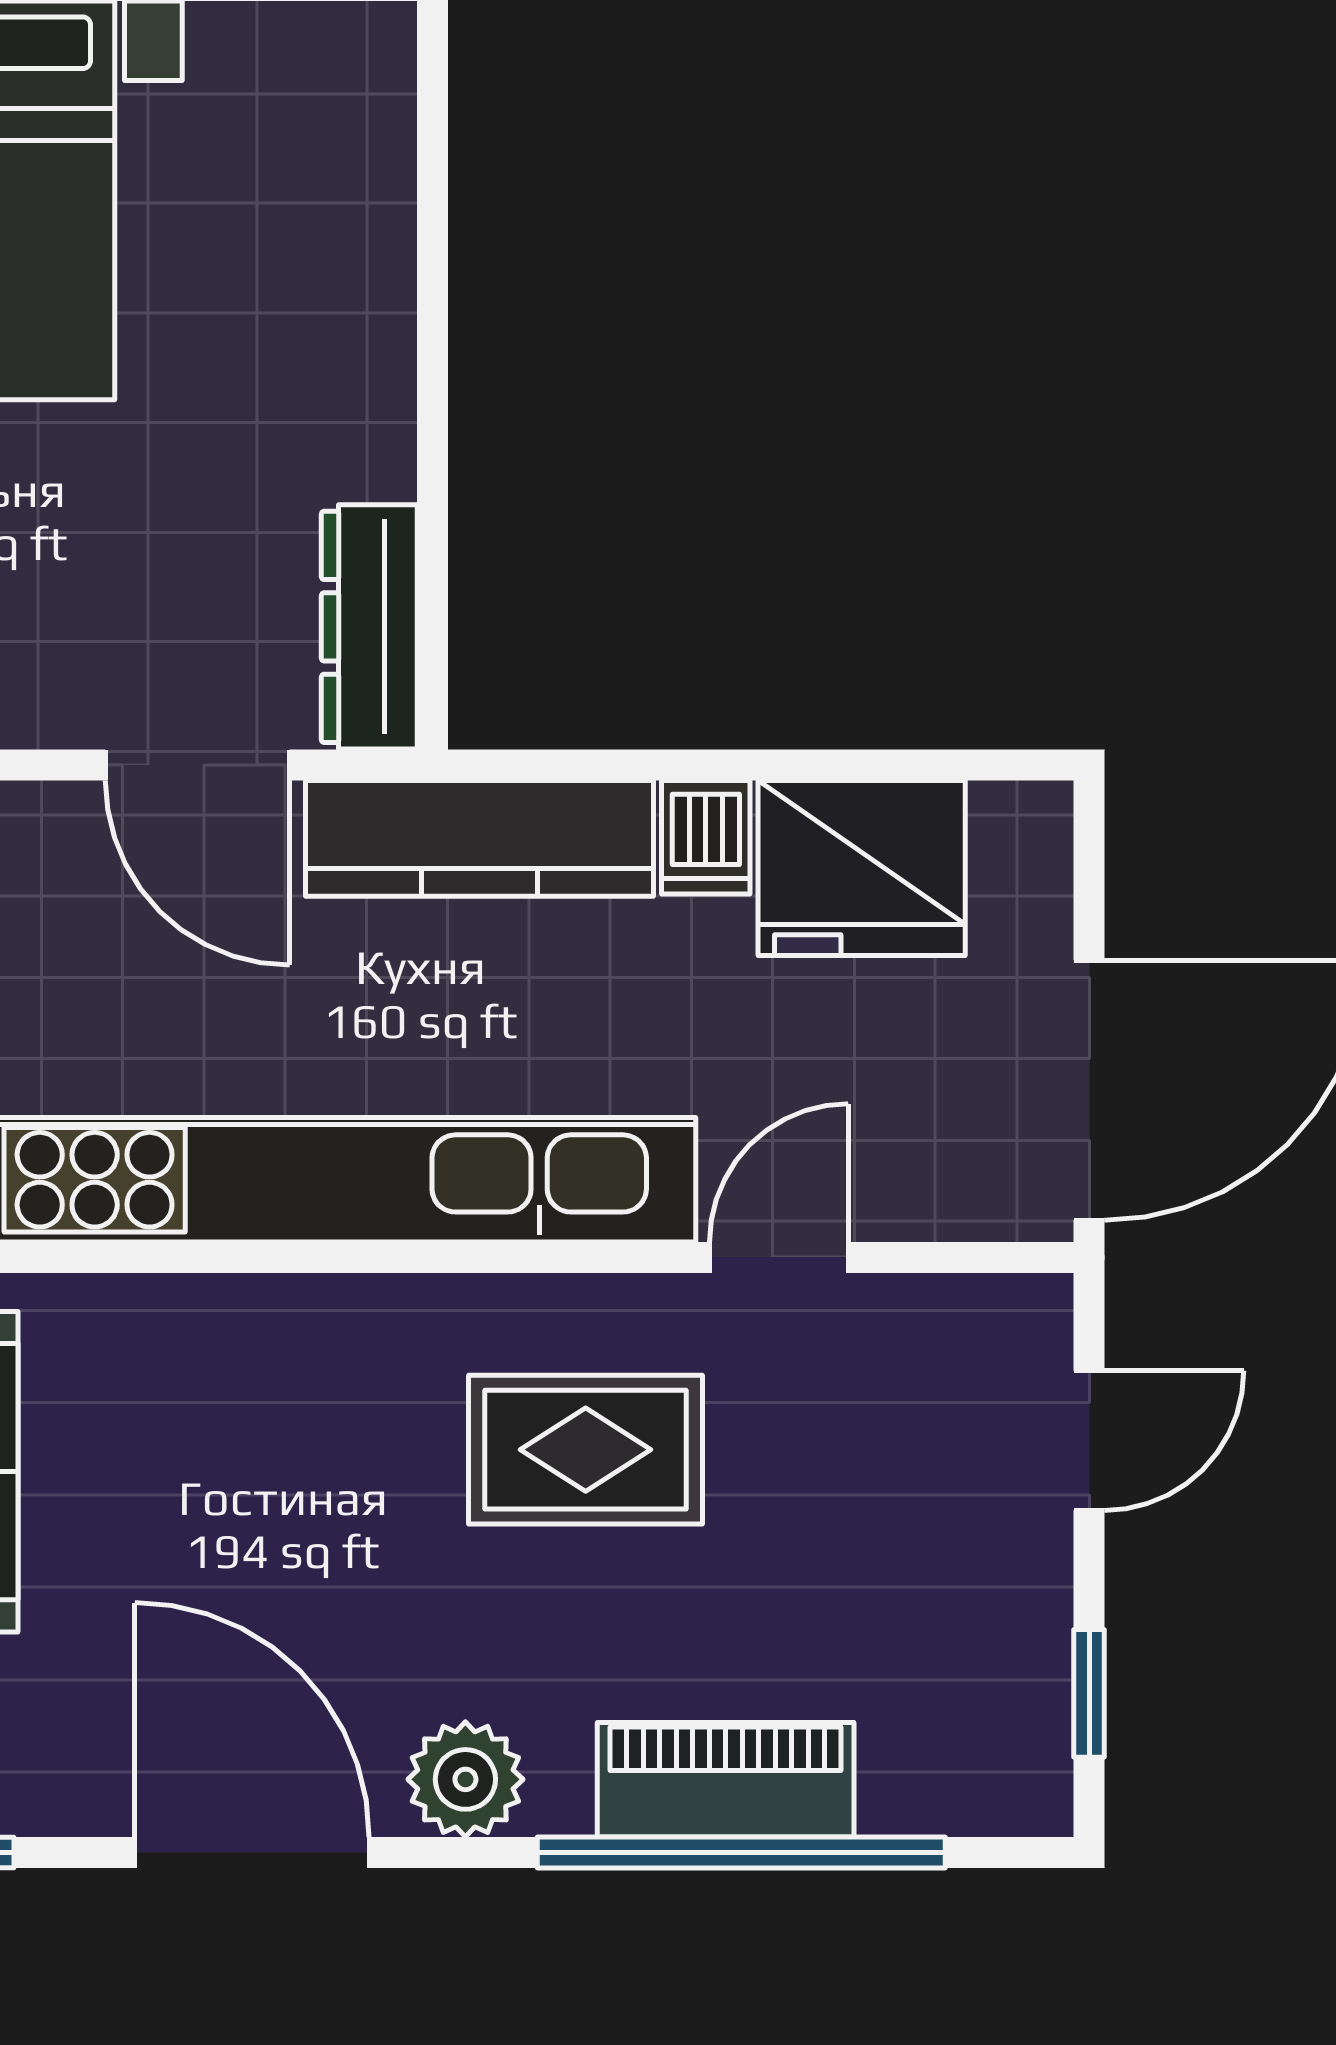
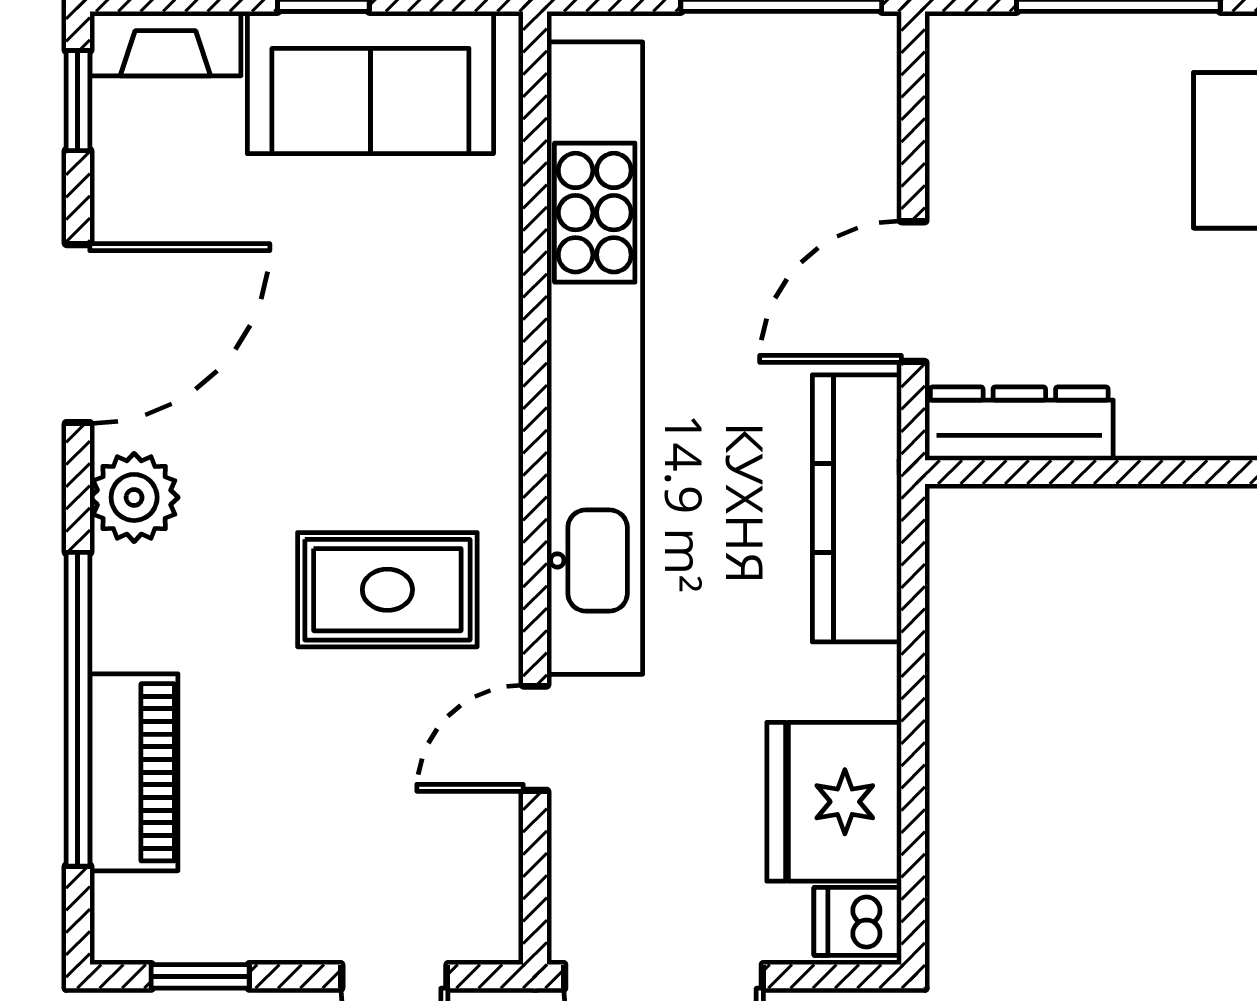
dishwasher: (706, 837) -> (858, 921), moved
door: (779, 1257) -> (535, 738), swing flipped
rug: (586, 1450) -> (387, 590), turned 90
piano: (726, 1780) -> (134, 772), moved

